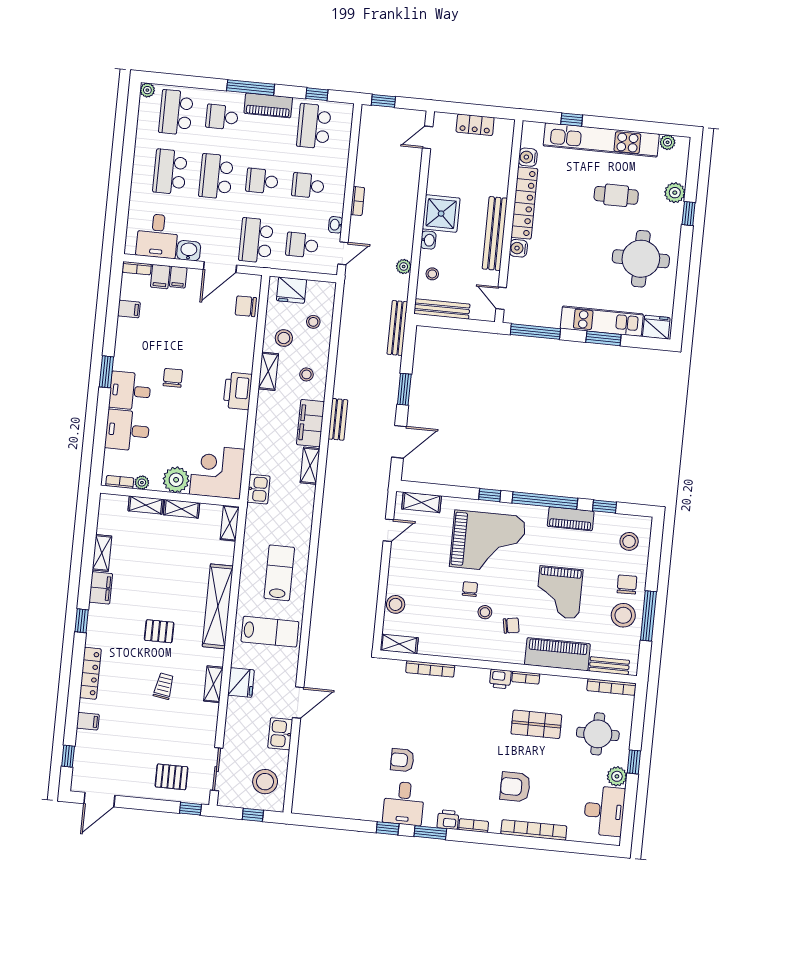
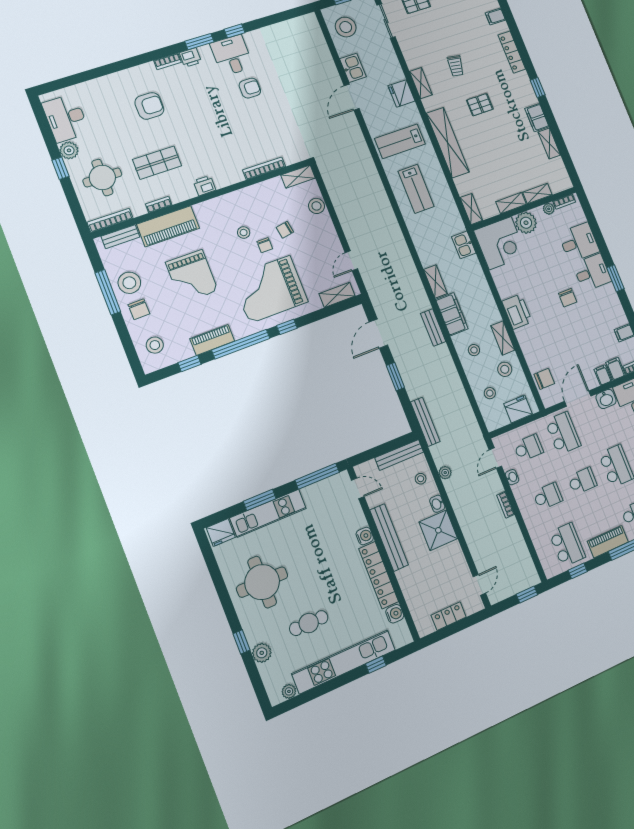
grand piano: (559, 592) -> (192, 276), turned 180
chair: (511, 626) -> (285, 230), moved
bookcase: (526, 678) -> (159, 205), moved
bookcase: (534, 830) -> (117, 78), removed

